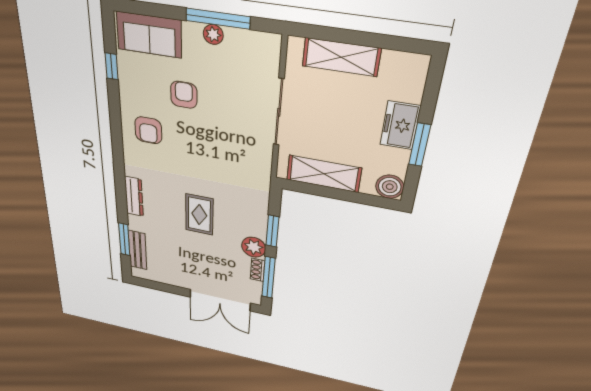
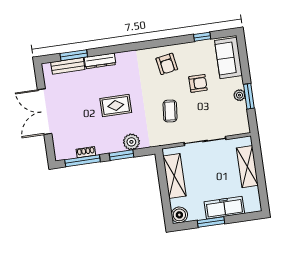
window: (218, 19) -> (249, 96), width x0.69
freezer: (400, 125) -> (224, 208), width x1.40
armchair: (148, 130) -> (167, 64), turned -100
coffee table: (220, 148) -> (170, 111), added
dresser: (134, 196) -> (100, 61), moved
plant: (254, 247) -> (131, 142), moved
double door: (220, 300) -> (45, 112), moved

